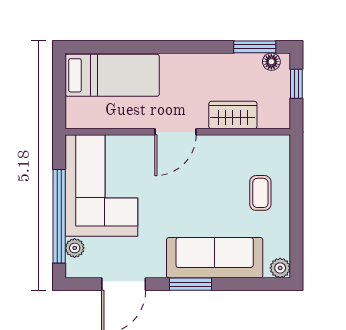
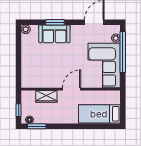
coffee table: (260, 193) -> (34, 62), removed
sofa: (215, 258) -> (54, 34), width x0.73
window: (191, 284) -> (55, 22), moved

